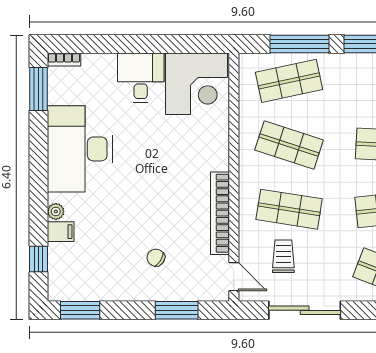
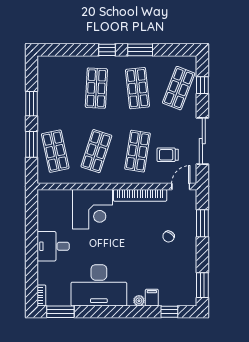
window: (300, 44) -> (32, 144), width x0.69
corner desk: (197, 84) -> (93, 209), moved, turned 90

